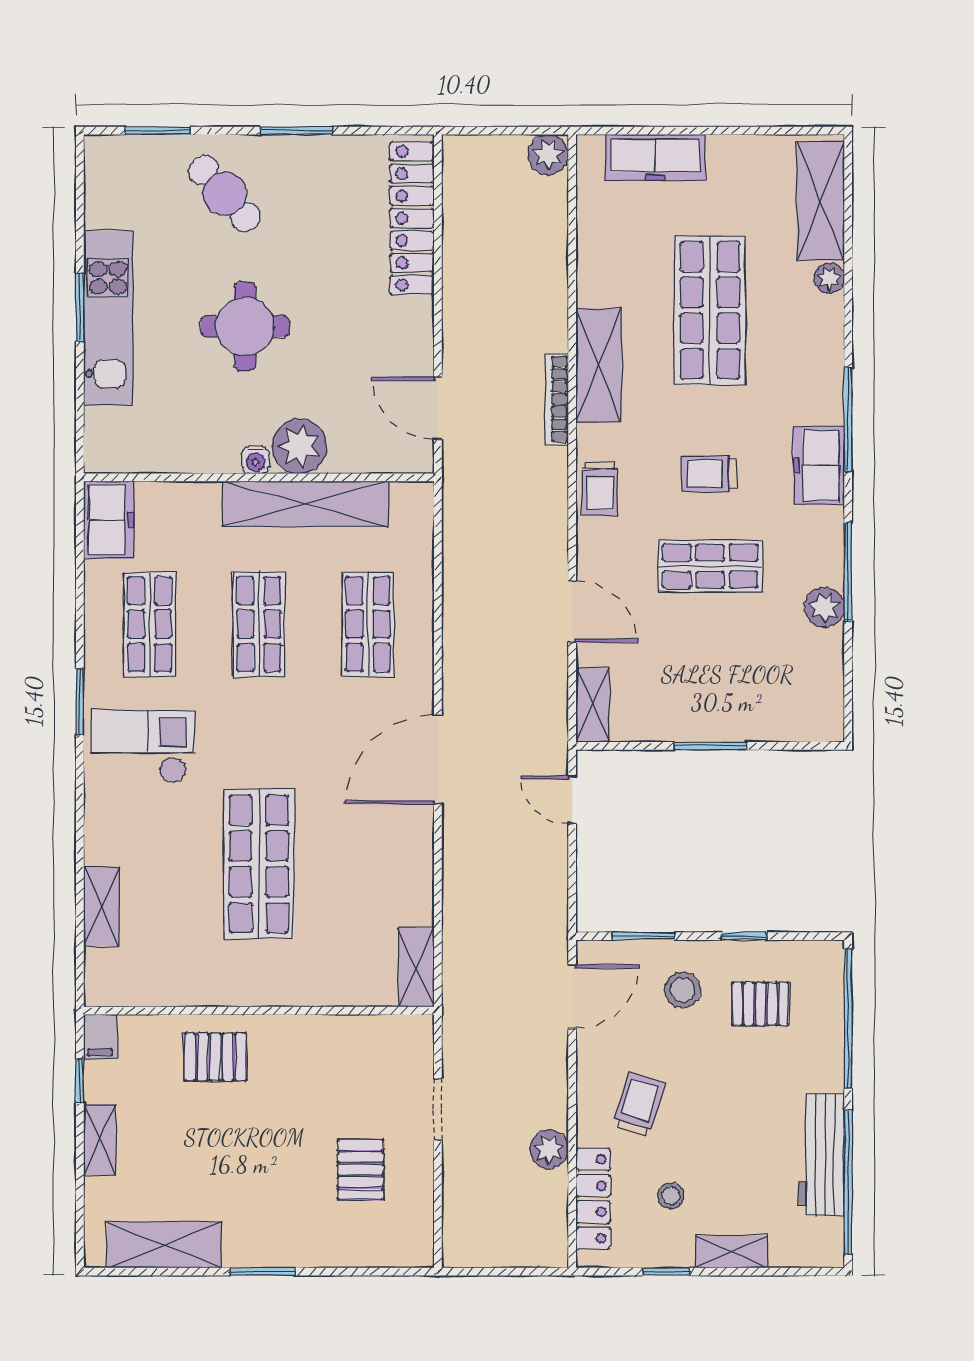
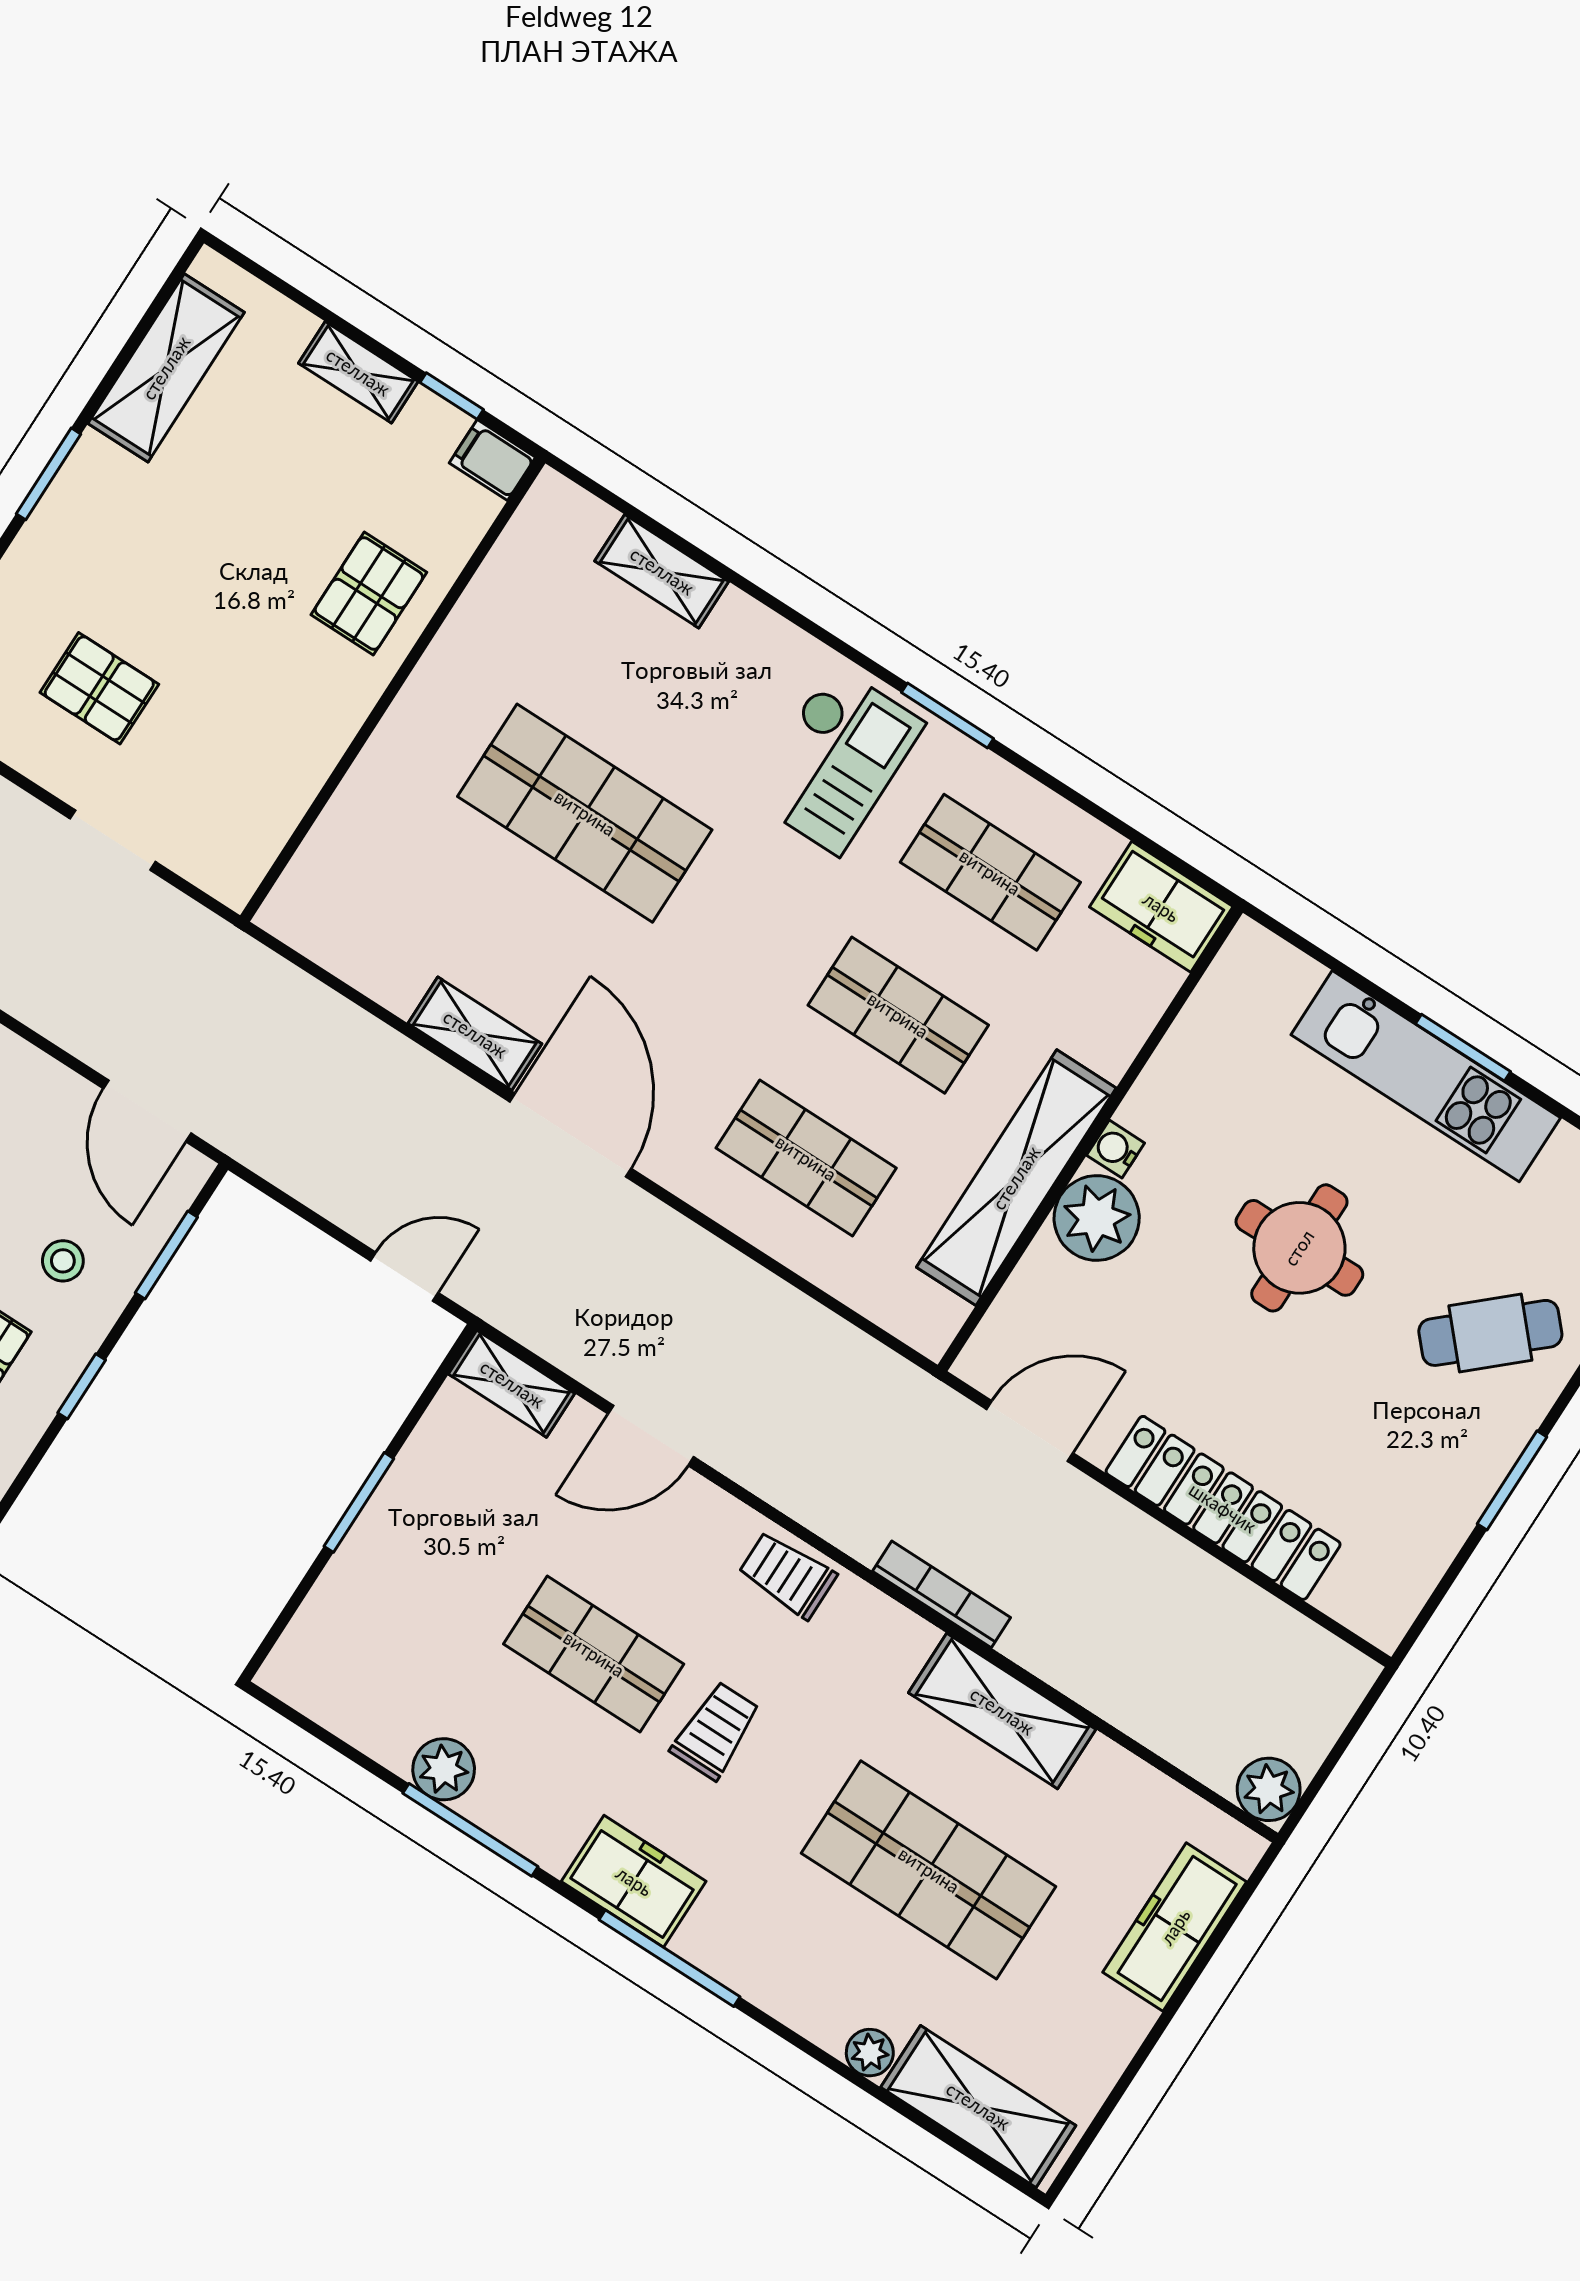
locker: (412, 218) -> (1223, 1508), moved
shelving: (599, 365) -> (1002, 1711), moved
shop shelf: (710, 566) -> (594, 1654), turned 90
shelving: (416, 967) -> (475, 1034), moved
stool: (682, 990) -> (63, 1261), width x0.73, depth x0.73

